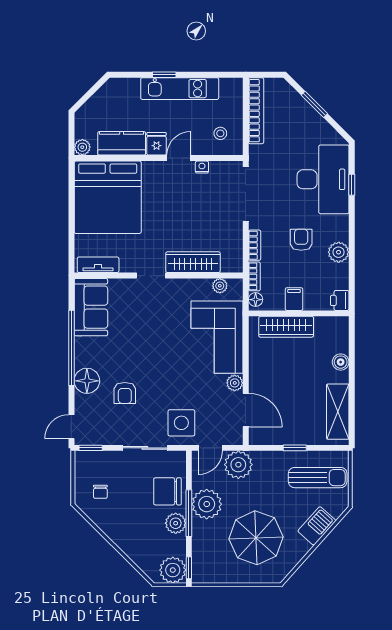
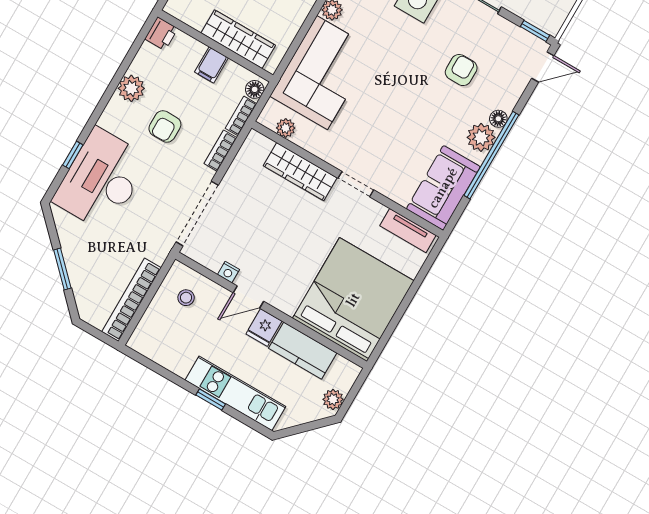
kitchen unit: (180, 89) -> (235, 393), moved
plant: (82, 147) -> (333, 399), moved
plant: (85, 356) -> (481, 137), added
floor lamp: (87, 381) -> (498, 119), width x0.53, depth x0.53

